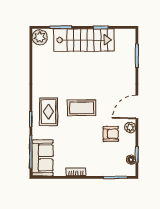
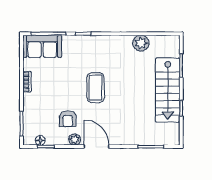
plant: (40, 37) -> (141, 43), moved
rug: (48, 112) -> (91, 52), removed

